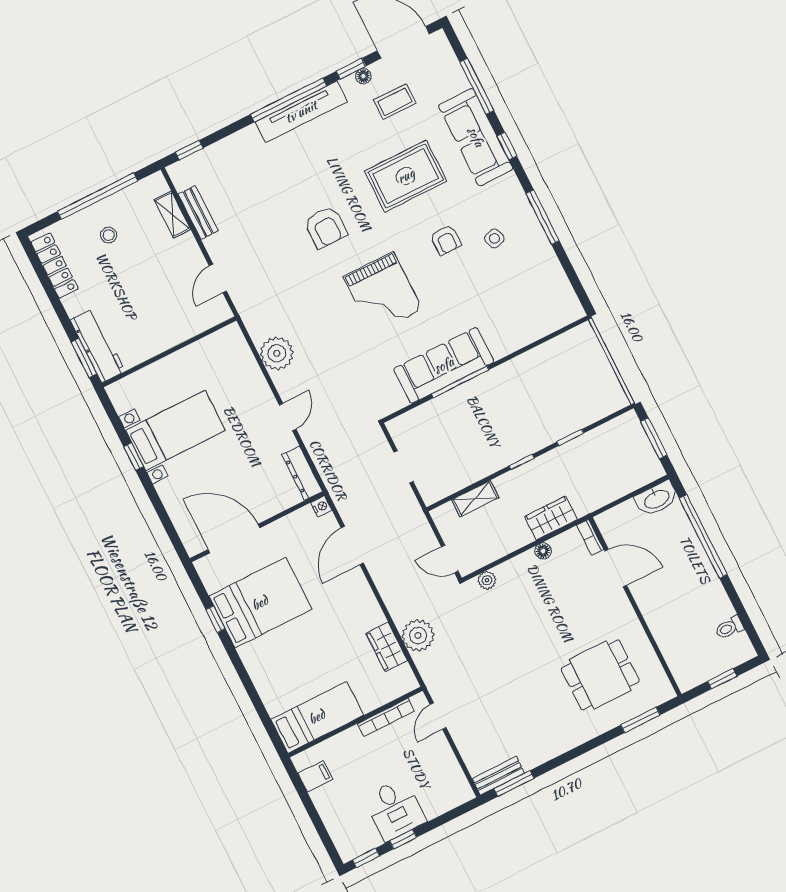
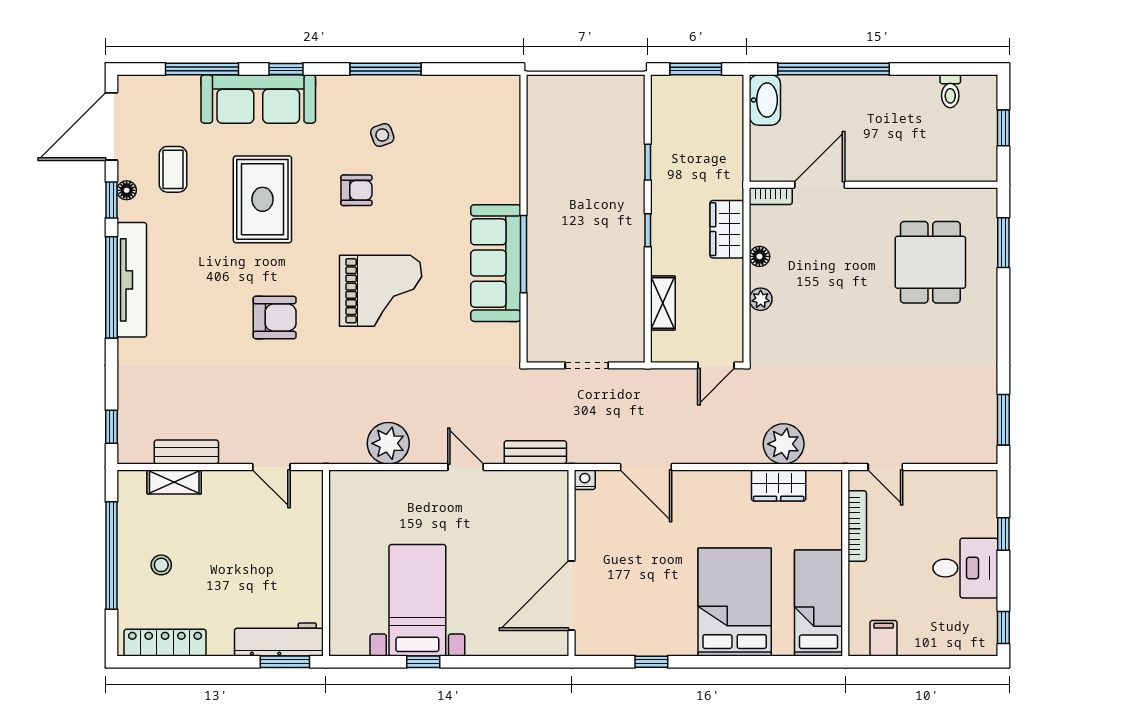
dresser: (302, 473) -> (537, 482), removed
plant: (487, 580) -> (761, 299), moved
bed: (260, 603) -> (735, 602), moved
bench: (498, 776) -> (535, 452), moved, turned 90
window: (403, 839) -> (1003, 534), moved

